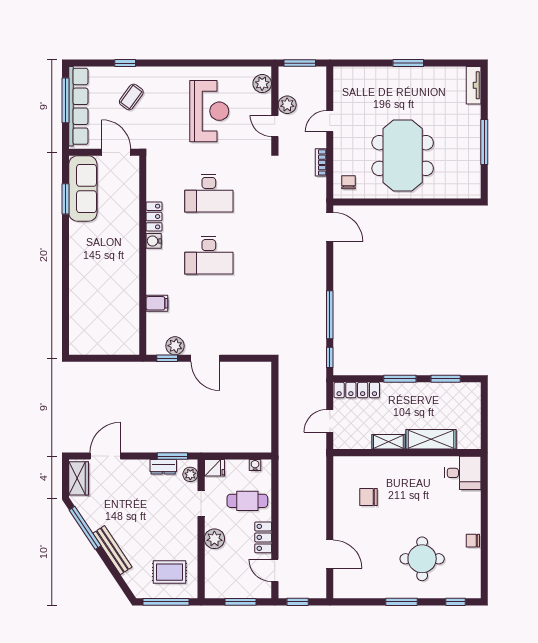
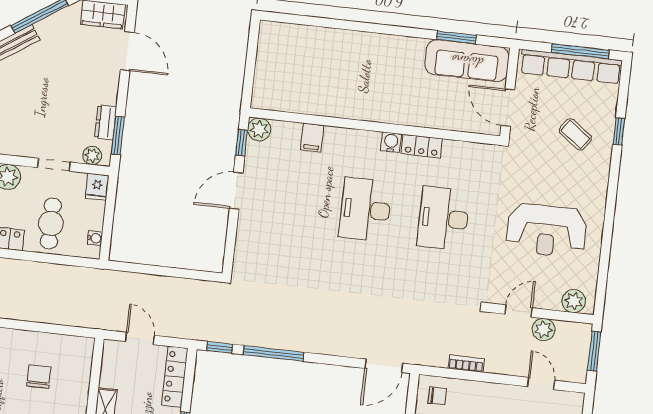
door: (330, 121) -> (541, 383), moved
door: (116, 152) -> (508, 108), swing flipped
plant: (175, 346) -> (259, 129), moved

